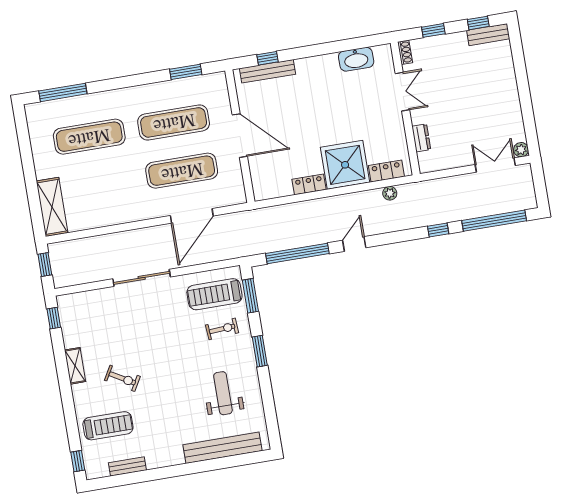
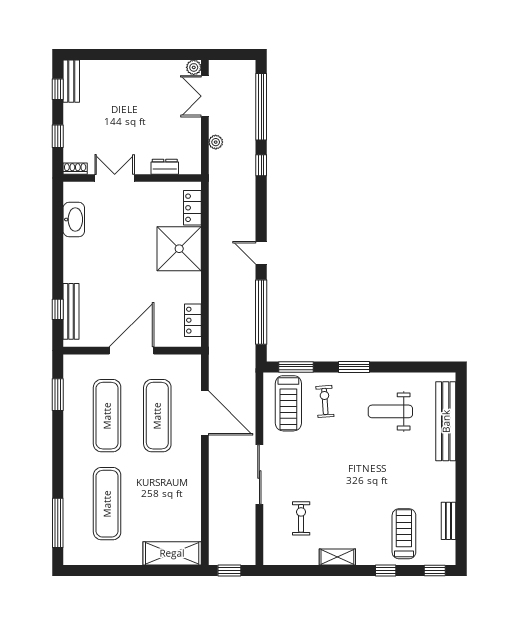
locker: (309, 184) -> (193, 320), moved
plant: (390, 193) -> (216, 142), moved
window: (54, 318) -> (386, 570), moved
exercise bike: (122, 378) -> (301, 518), moved, turned -30

